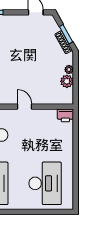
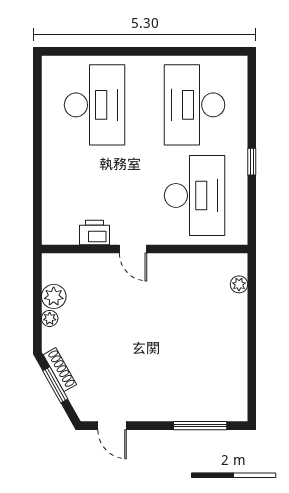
printer: (65, 115) -> (94, 232), moved
desk: (45, 183) -> (95, 105), turned 180

